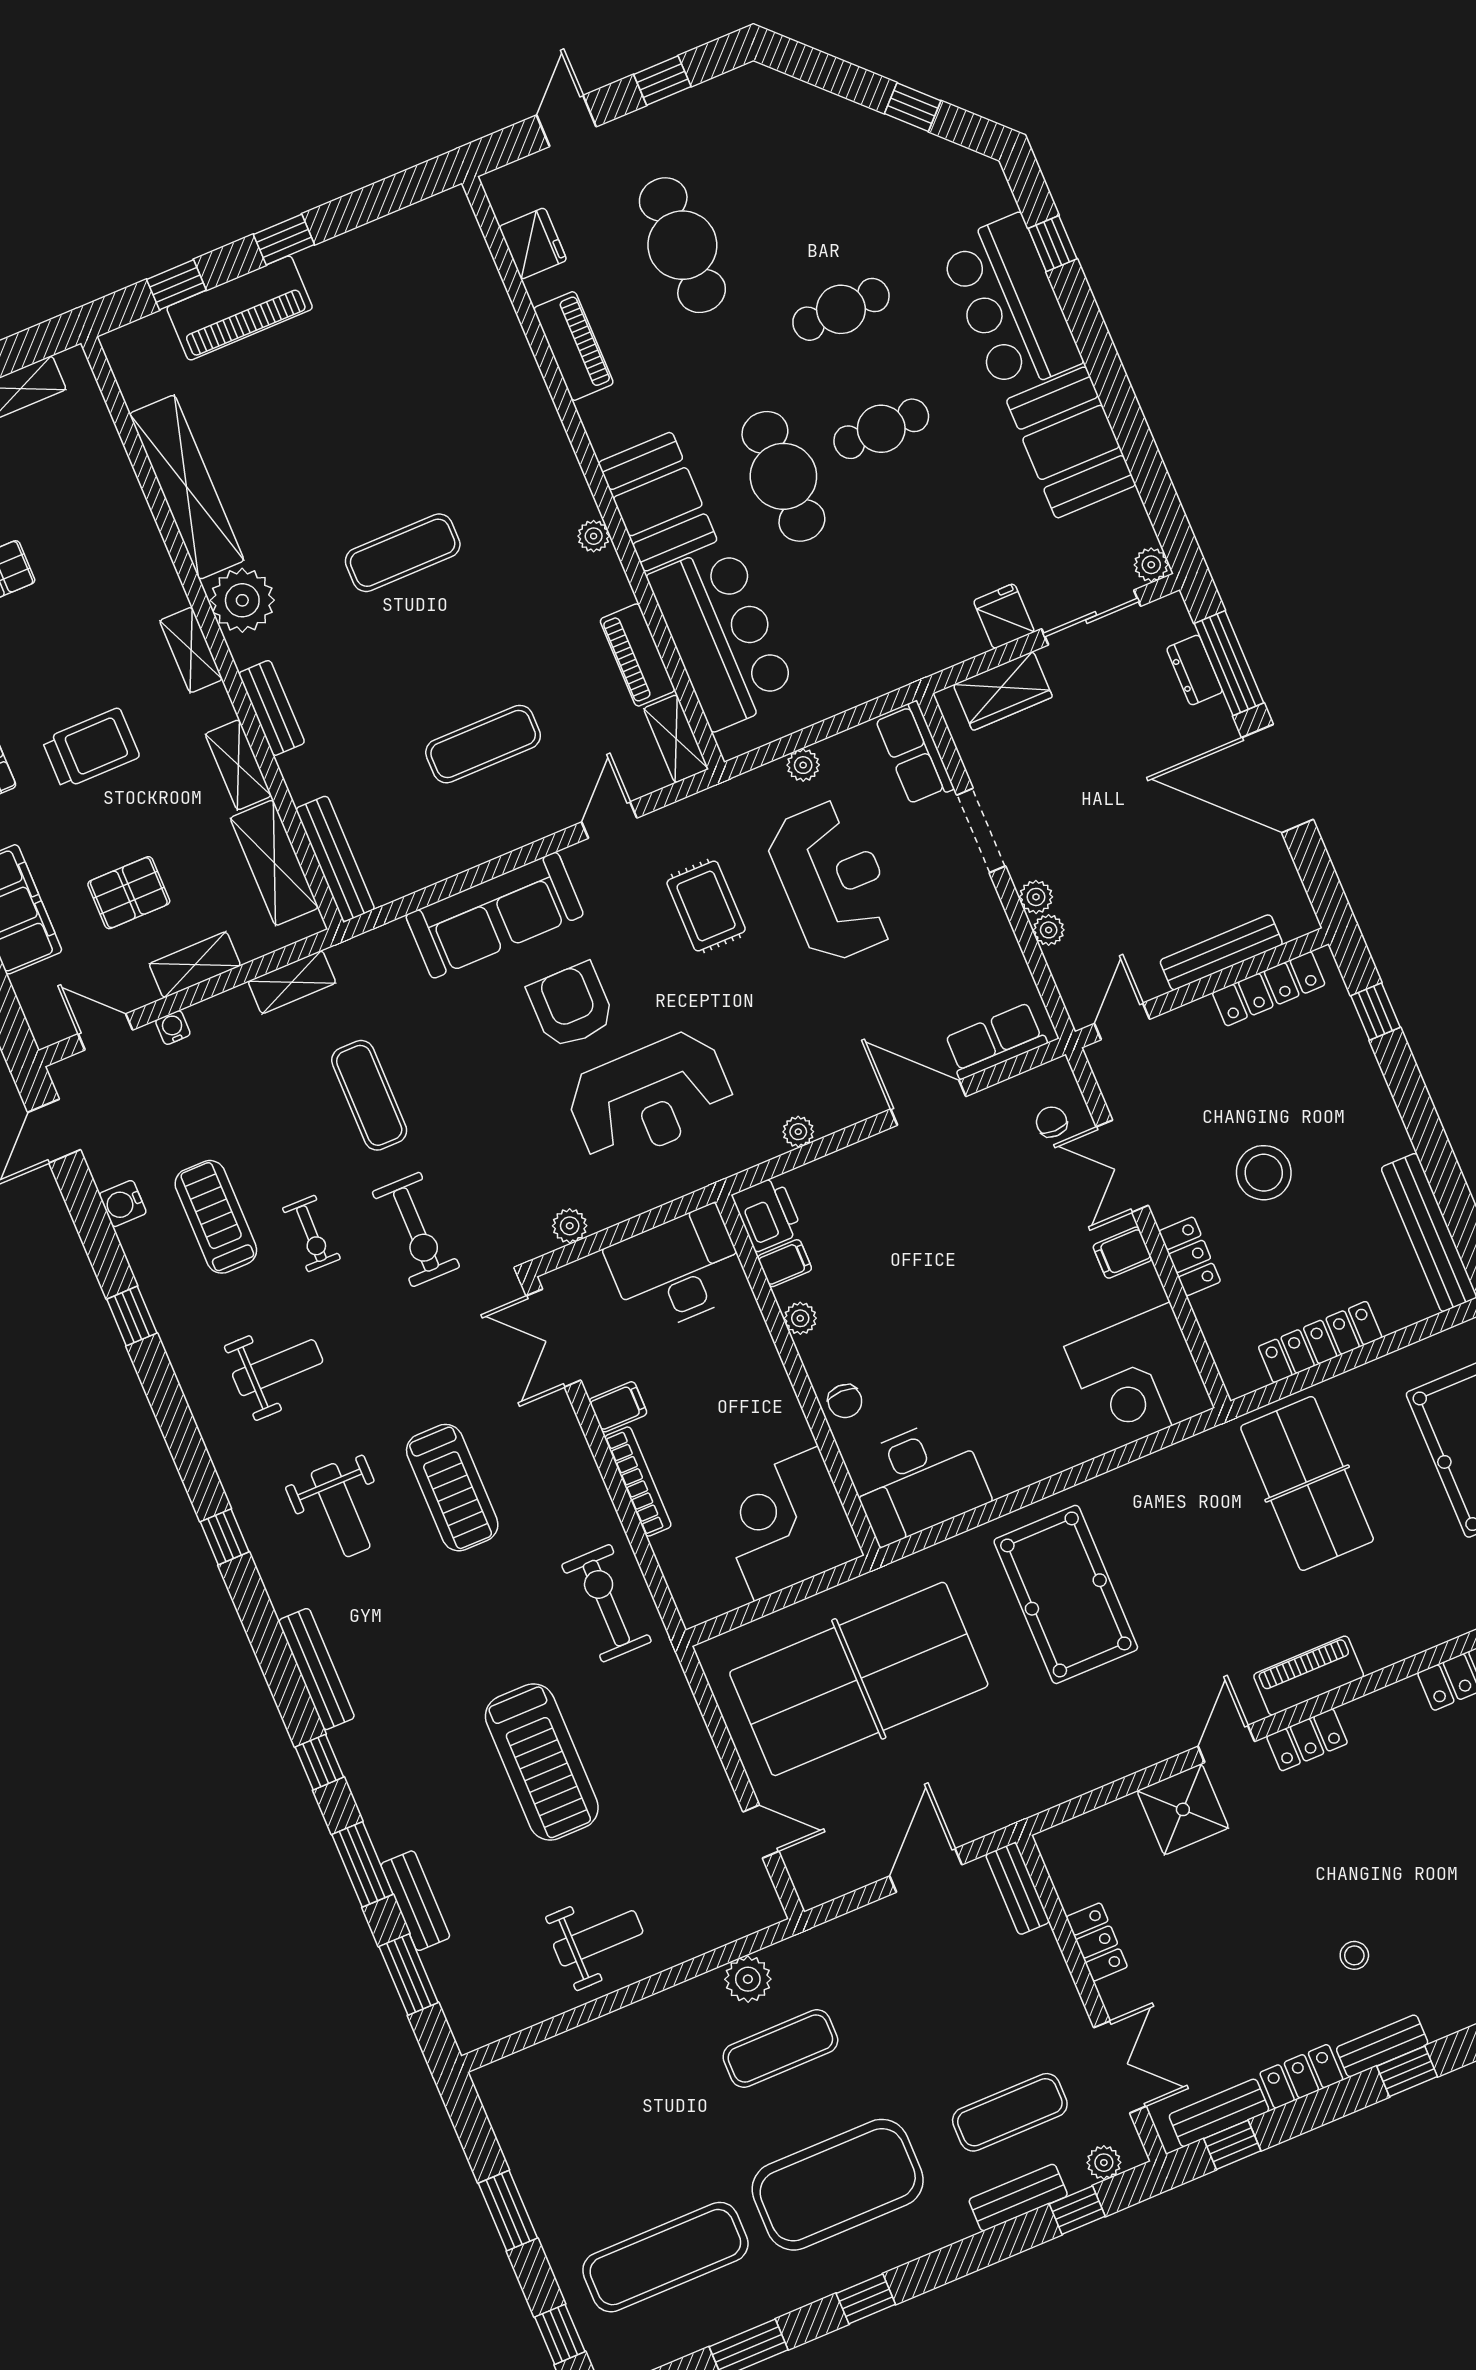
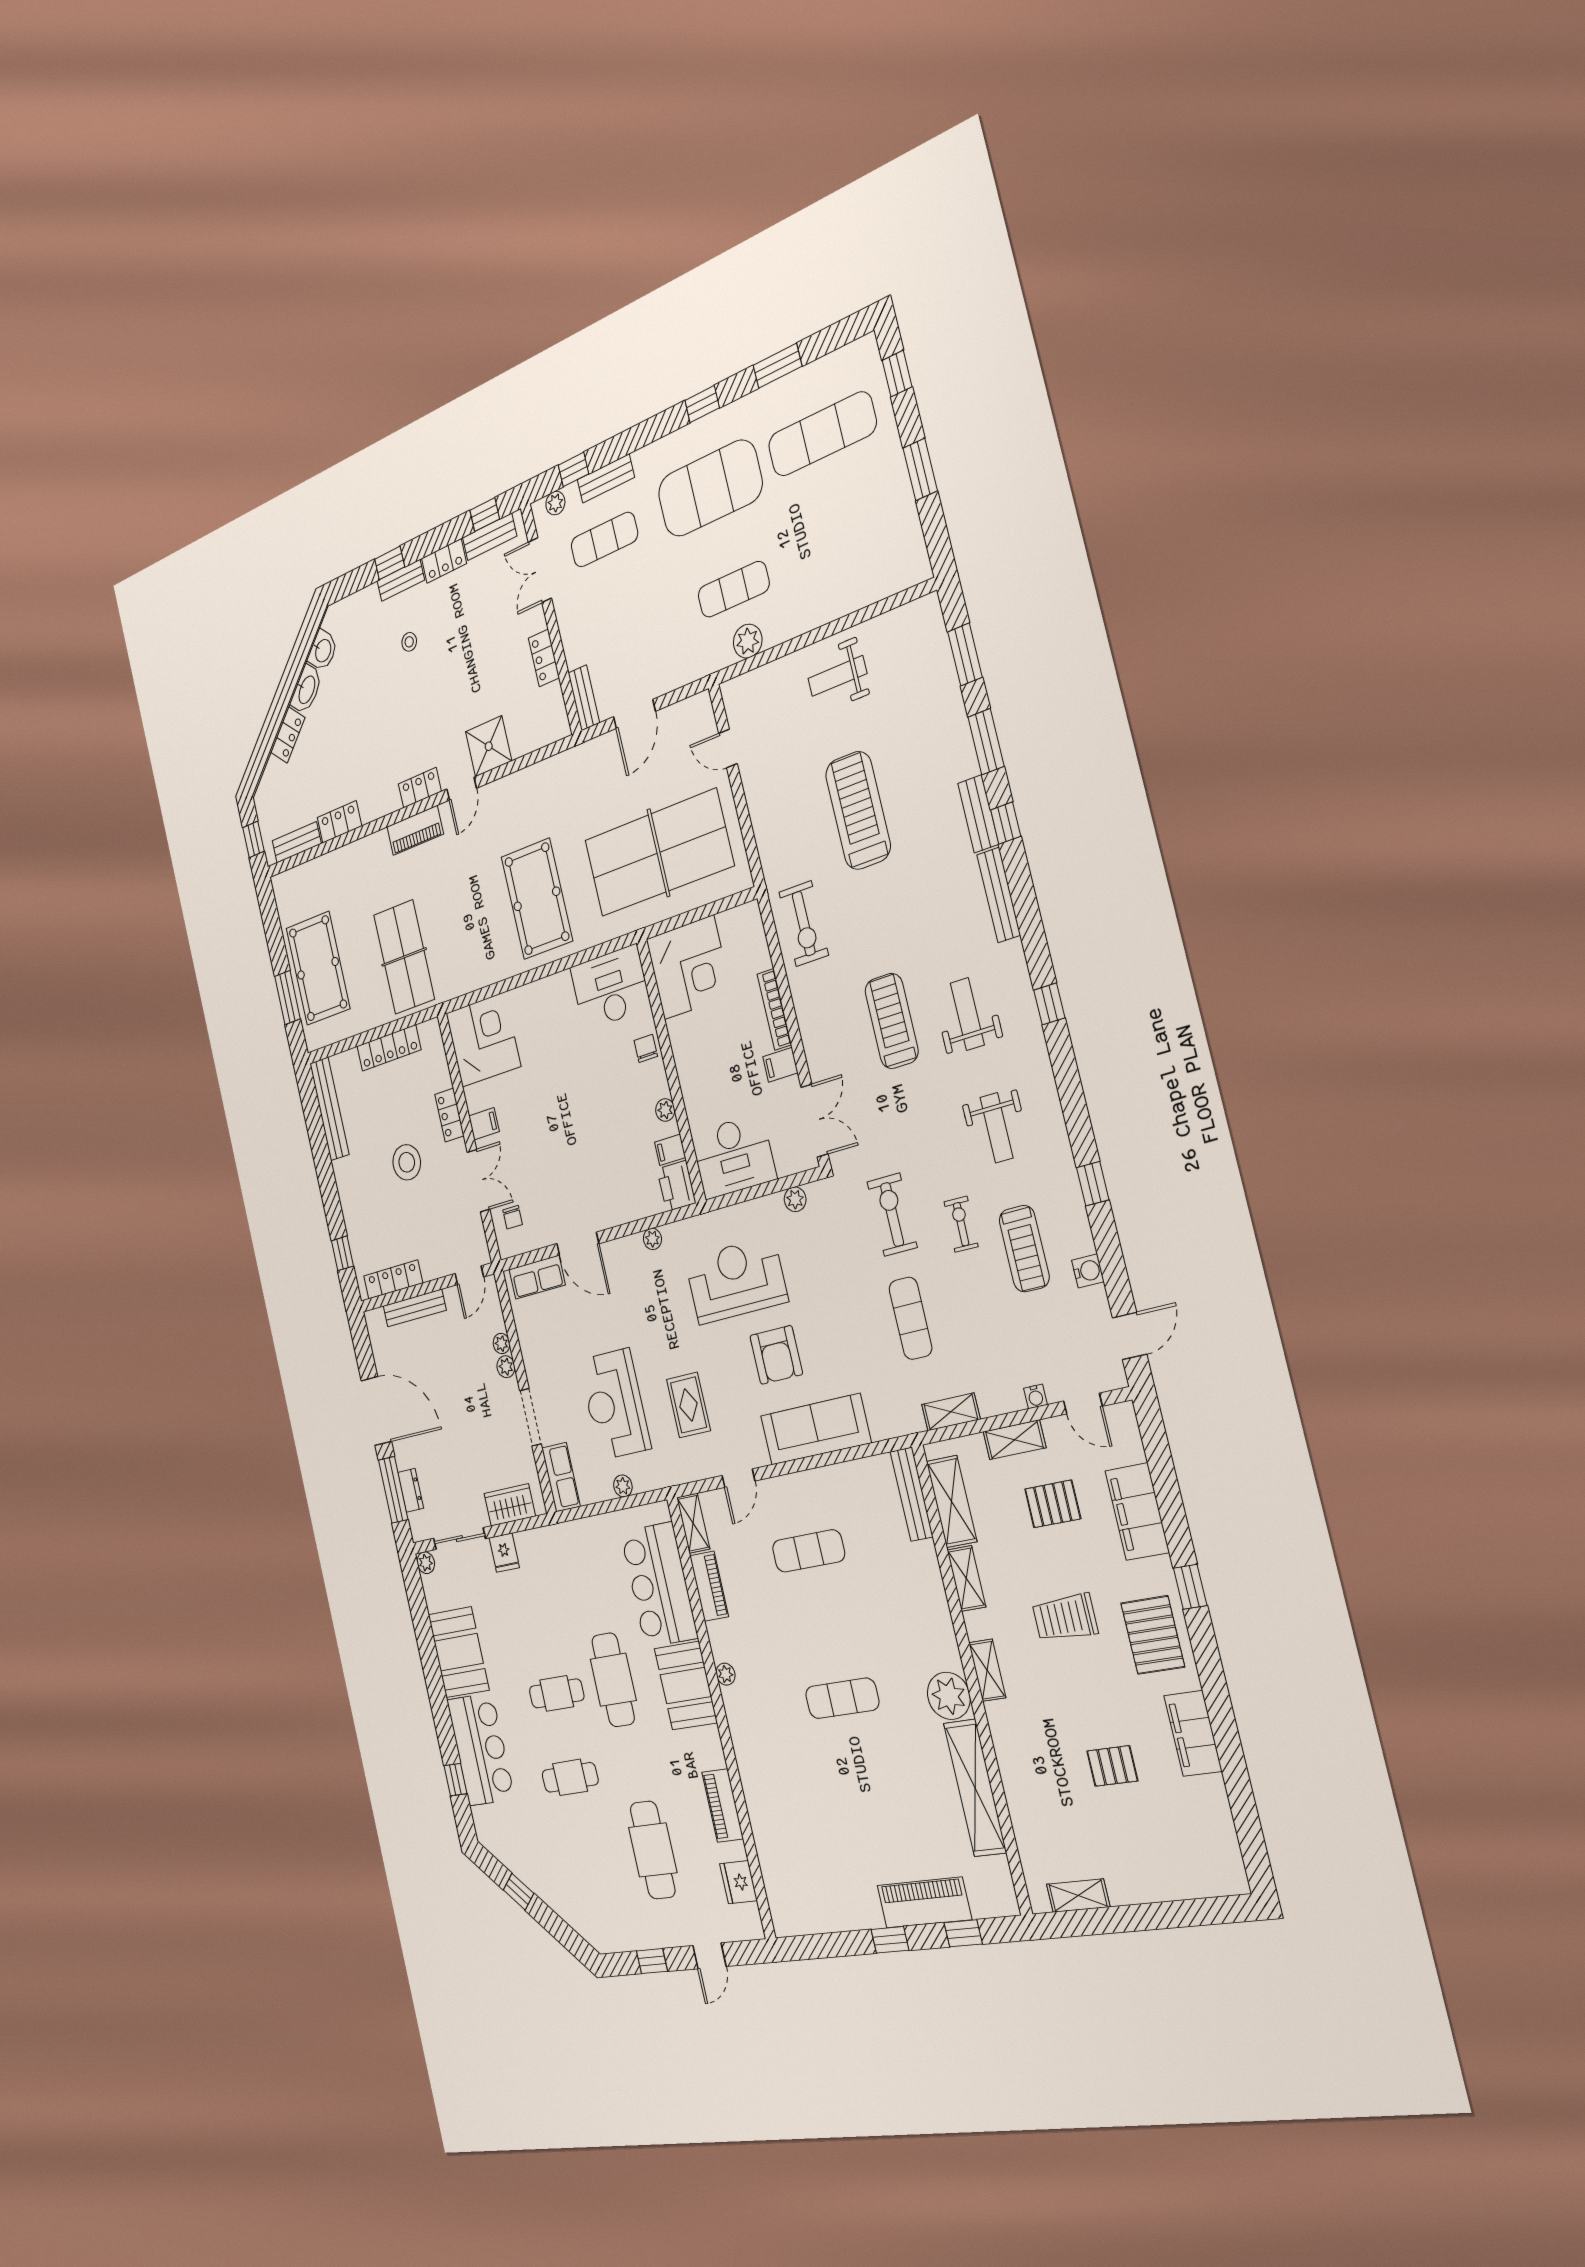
bench: (272, 708) -> (939, 1613), removed
weight bench: (278, 1368) -> (996, 1128), turned -90
bench: (415, 1901) -> (978, 814), moved

